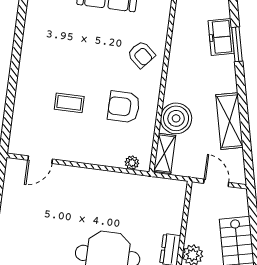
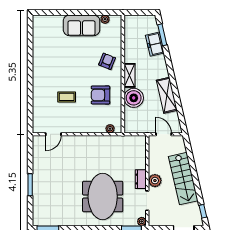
window: (237, 44) -> (162, 35), moved
armchair: (141, 54) -> (107, 61), turned -109
shelving: (165, 153) -> (129, 75), moved

